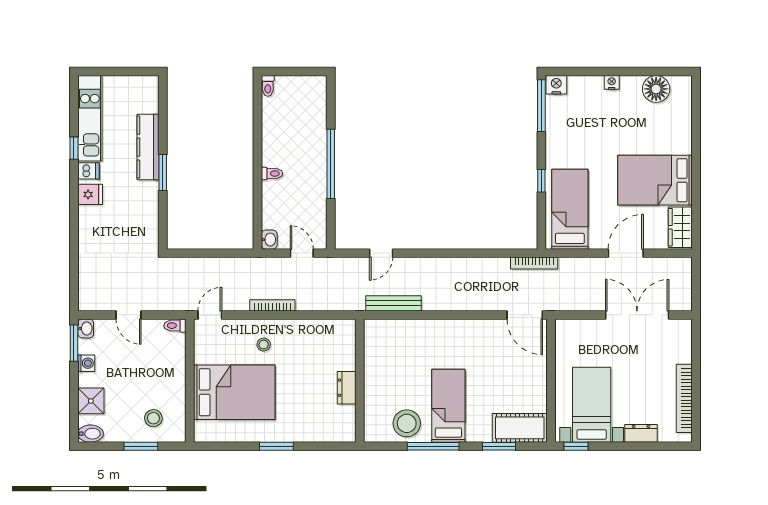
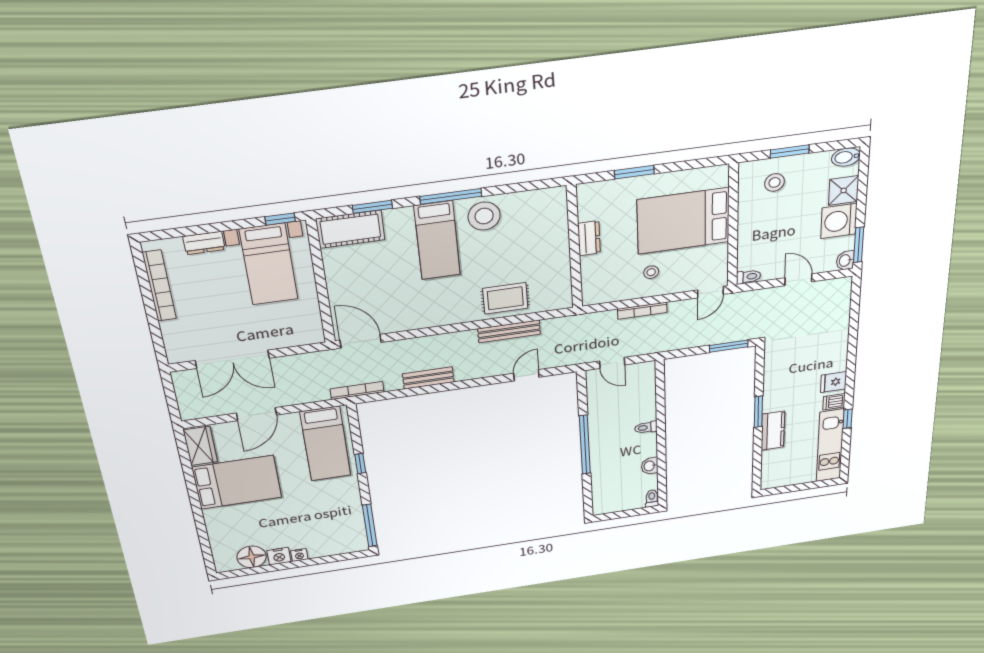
nightstand: (556, 85) -> (279, 556), moved
kitchen counter: (148, 147) -> (773, 431), width x0.67
washbasin: (269, 240) -> (650, 466), moved
window: (192, 253) -> (729, 346), added
bench: (470, 266) -> (428, 378), added
rug: (395, 338) -> (505, 298), added
washing machine: (86, 363) -> (839, 221), width x1.89, depth x1.89
wall: (360, 381) -> (574, 247), moved
dresser: (347, 388) -> (589, 238), moved

